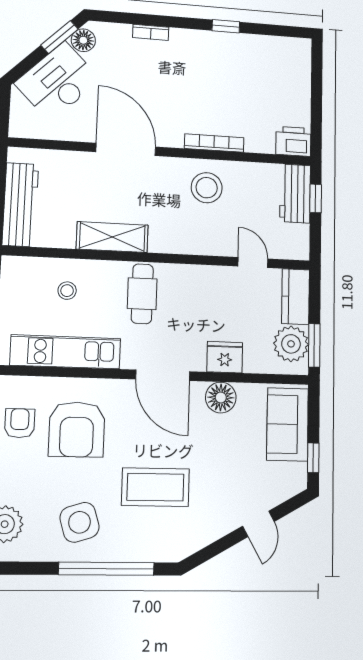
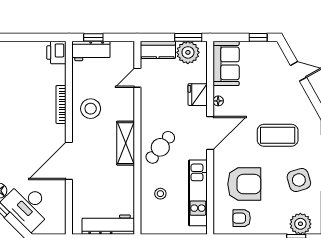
shelving: (112, 237) -> (126, 143), moved
cafe table: (142, 294) -> (160, 147), turned -51
floor lamp: (221, 397) -> (218, 101), width x0.53, depth x0.53
sofa: (288, 424) -> (226, 63), moved, turned -90
coffee table: (155, 487) -> (278, 135), turned 90

